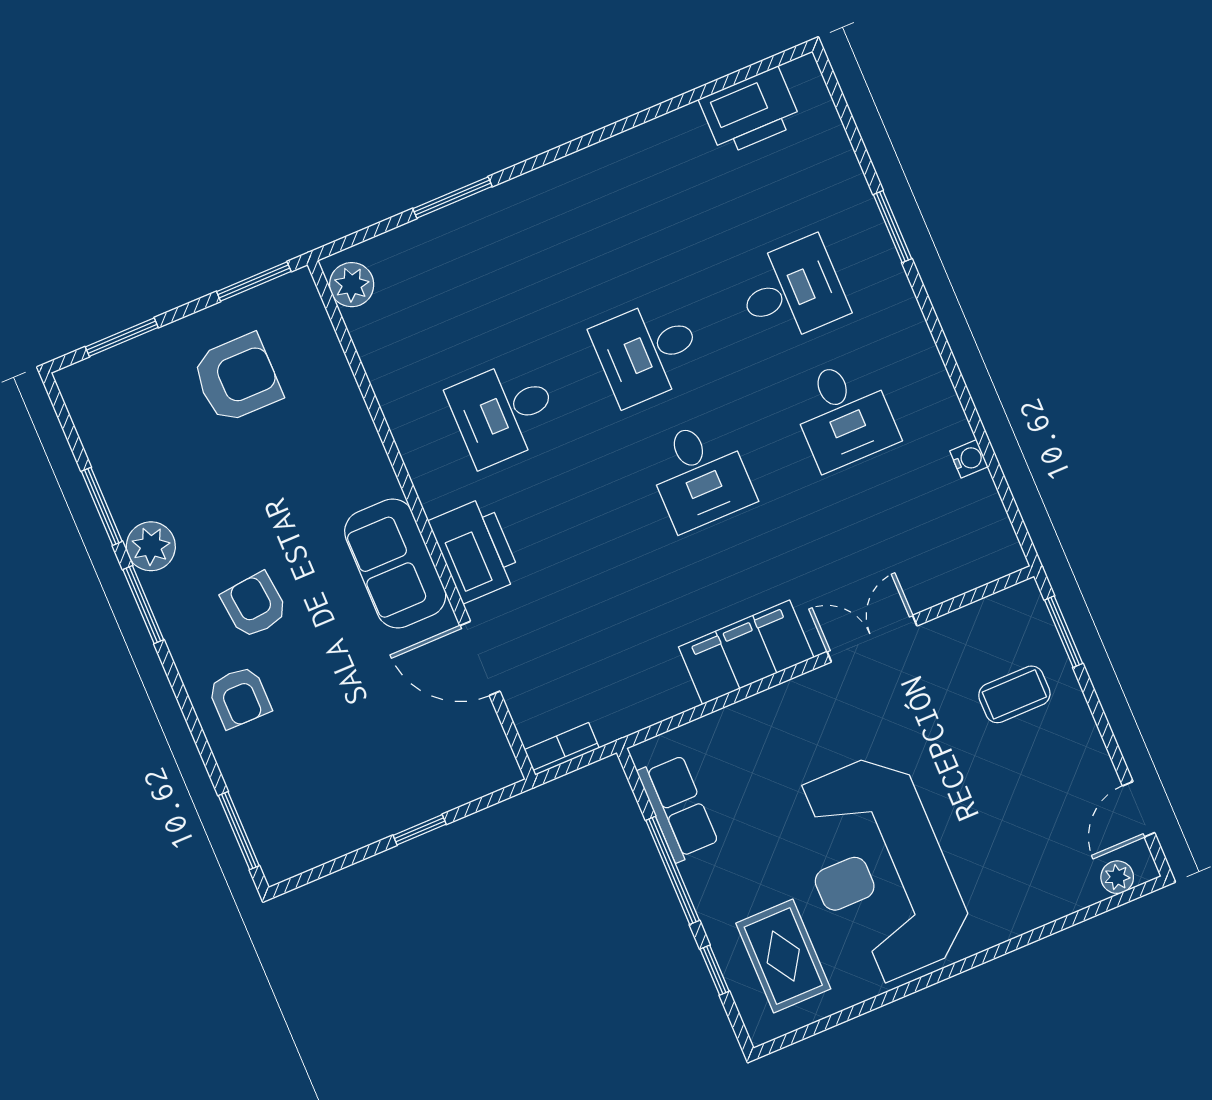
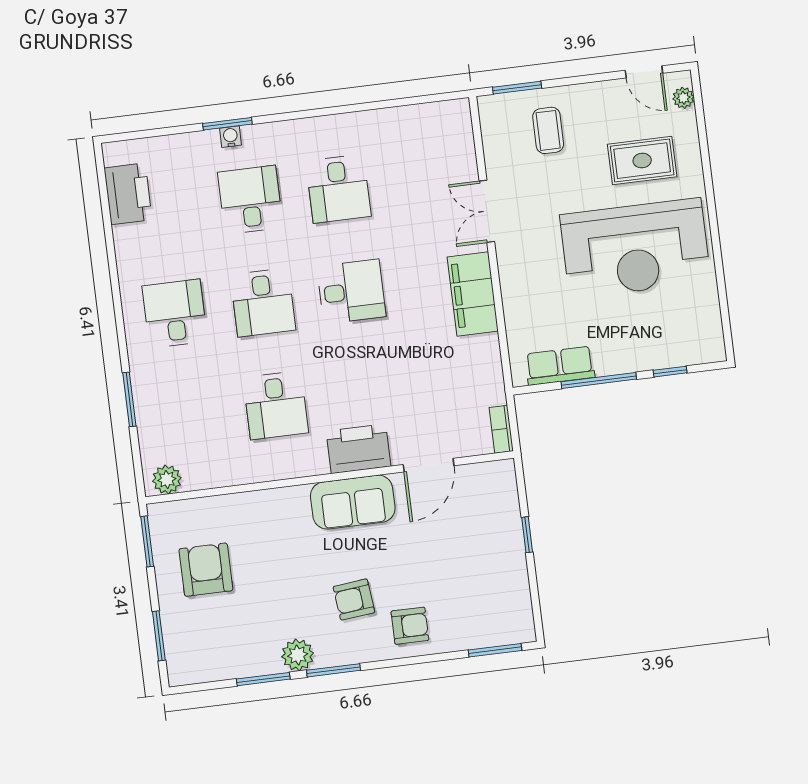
desk: (596, 228) -> (175, 314), added
desk: (844, 414) -> (338, 189), turned 90
water cooler: (969, 459) -> (231, 137), moved
rug: (783, 956) -> (642, 161), moved

